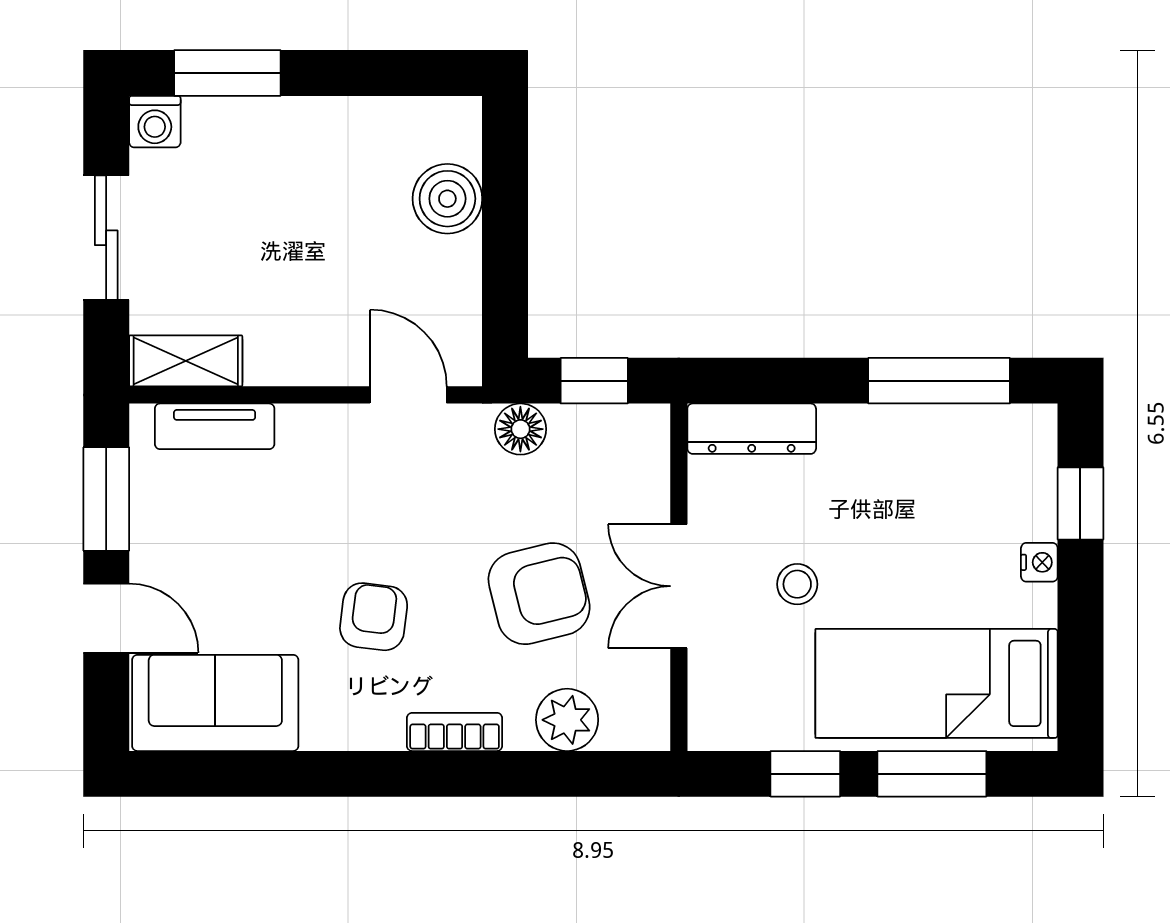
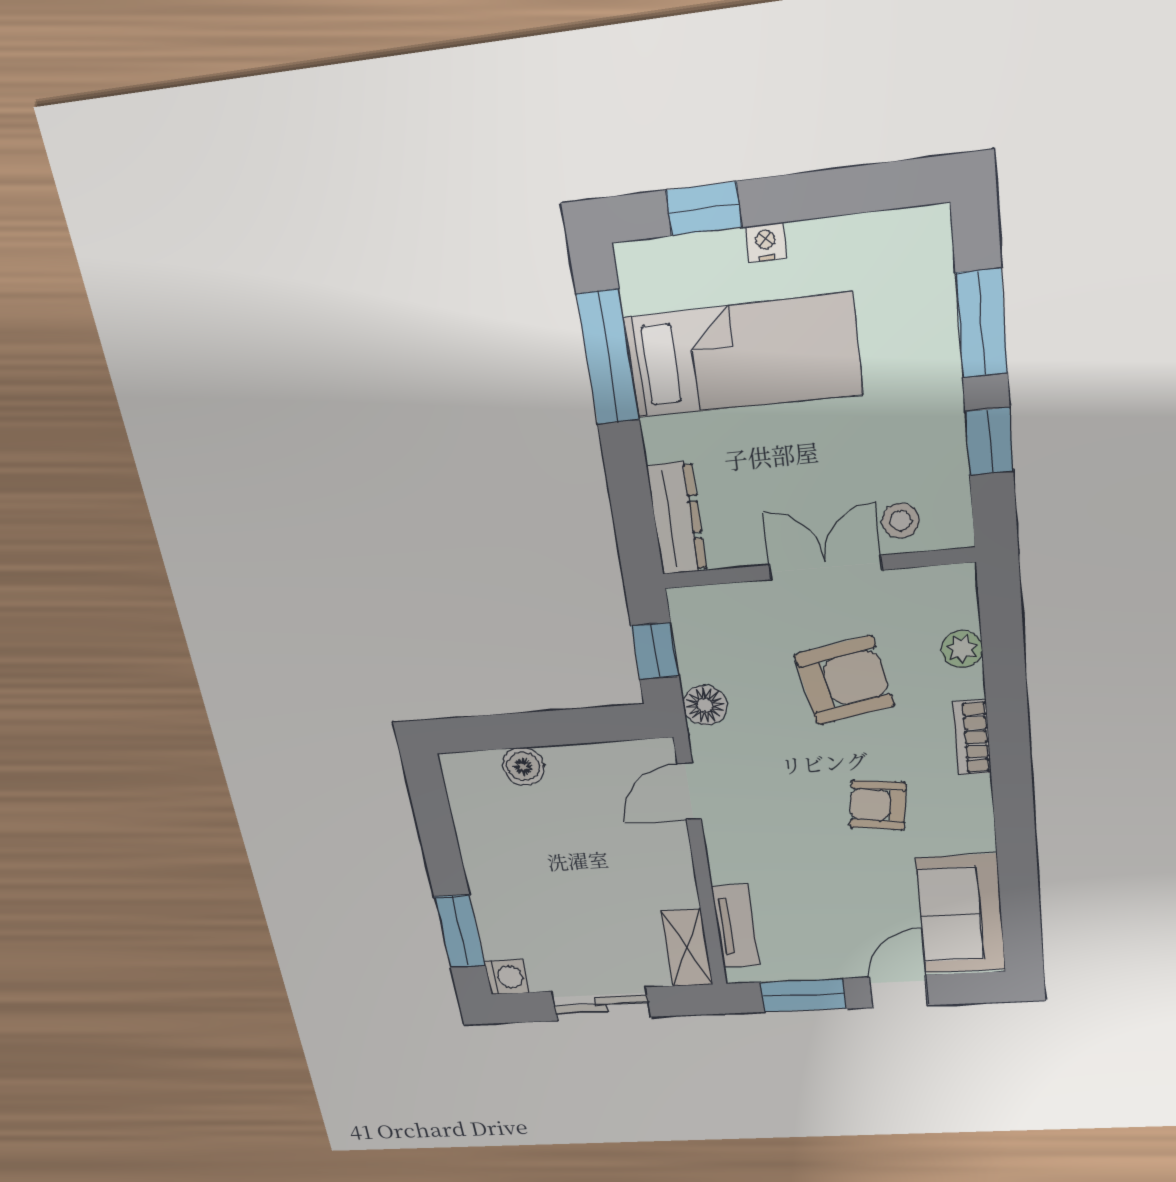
boiler: (447, 199) -> (523, 766), width x0.73, depth x0.73
stool: (797, 584) -> (901, 521), moved
double door: (679, 586) -> (825, 567), swing flipped
armchair: (539, 594) -> (845, 680), turned 93
bed: (937, 683) -> (743, 356), moved, turned -90
plant: (567, 720) -> (962, 649), width x0.73, depth x0.73

